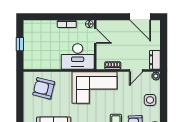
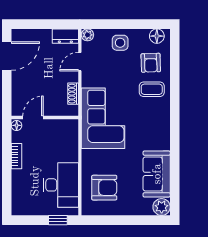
window: (20, 44) -> (58, 220), moved
desk: (78, 56) -> (61, 185), moved
door: (136, 70) -> (80, 62), swing flipped
armchair: (44, 88) -> (104, 188), turned -104

